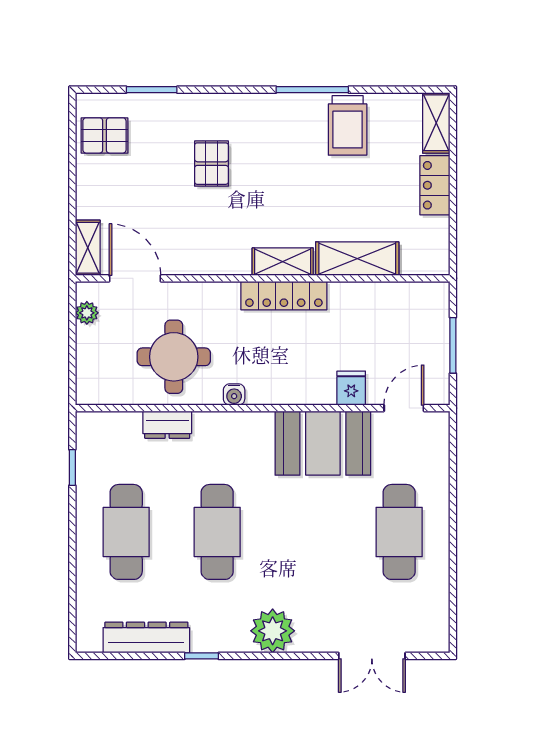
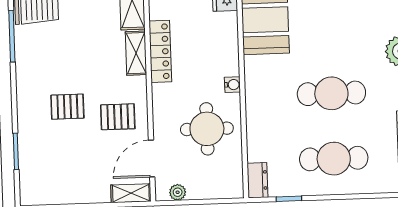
pallet: (104, 135) -> (118, 117), moved, turned 90
dresser: (167, 425) -> (258, 180), moved

